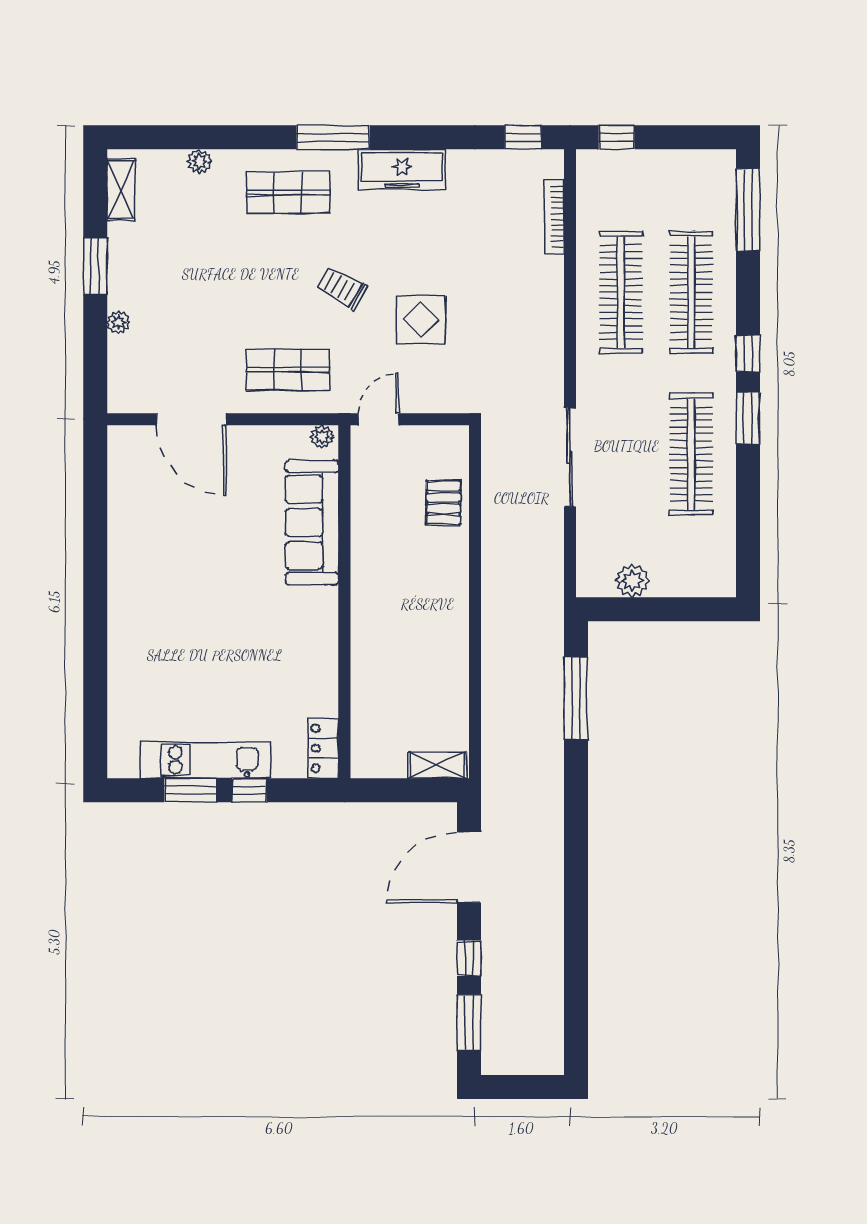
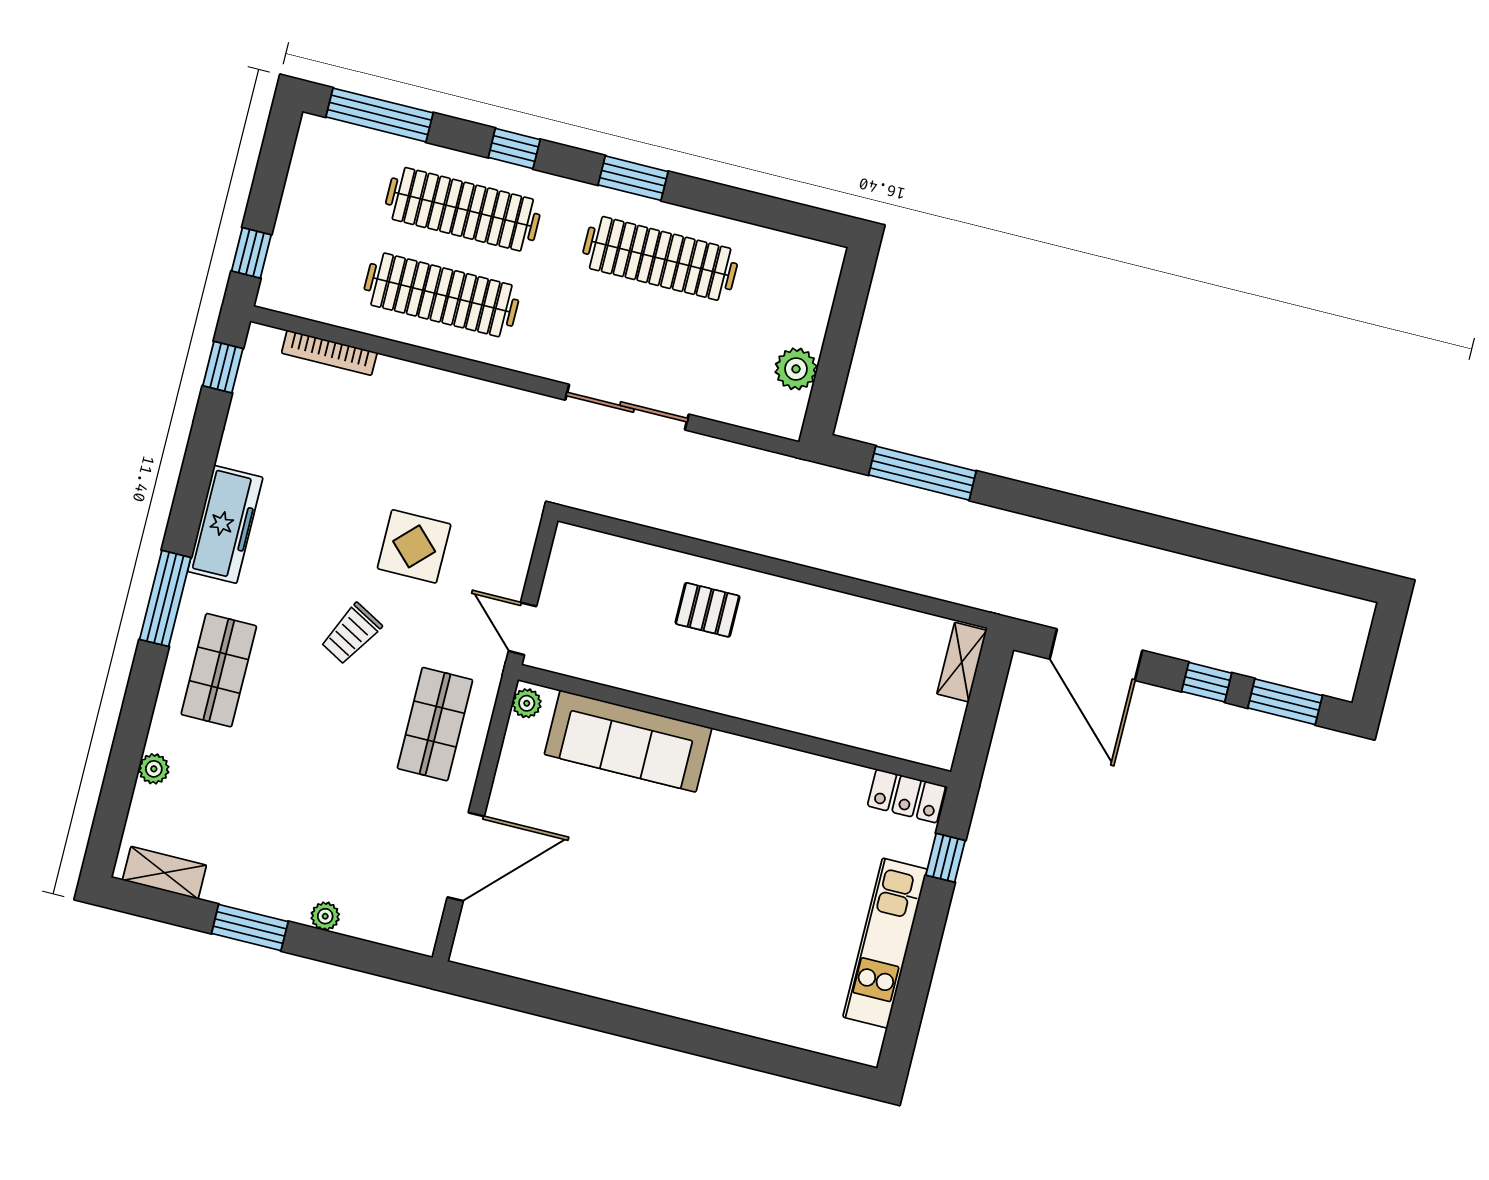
window: (748, 353) -> (514, 148), moved
pallet: (443, 503) -> (708, 610), moved
window: (191, 790) -> (917, 970), removed
window: (249, 790) -> (945, 858), moved

